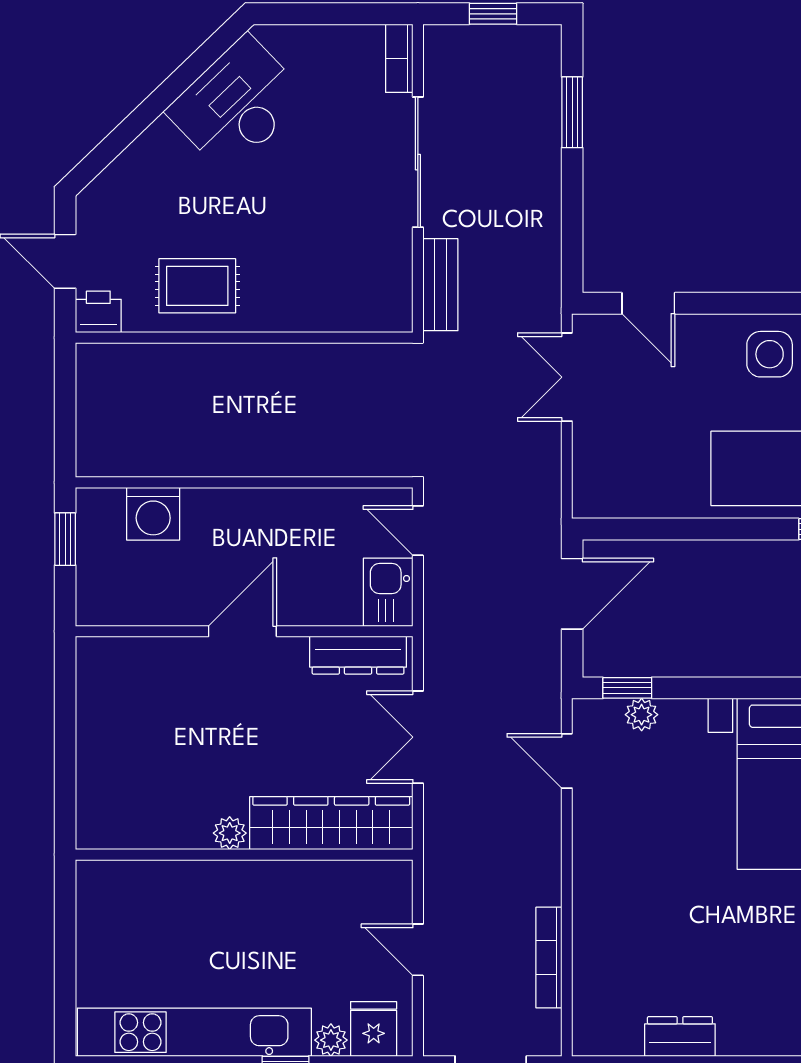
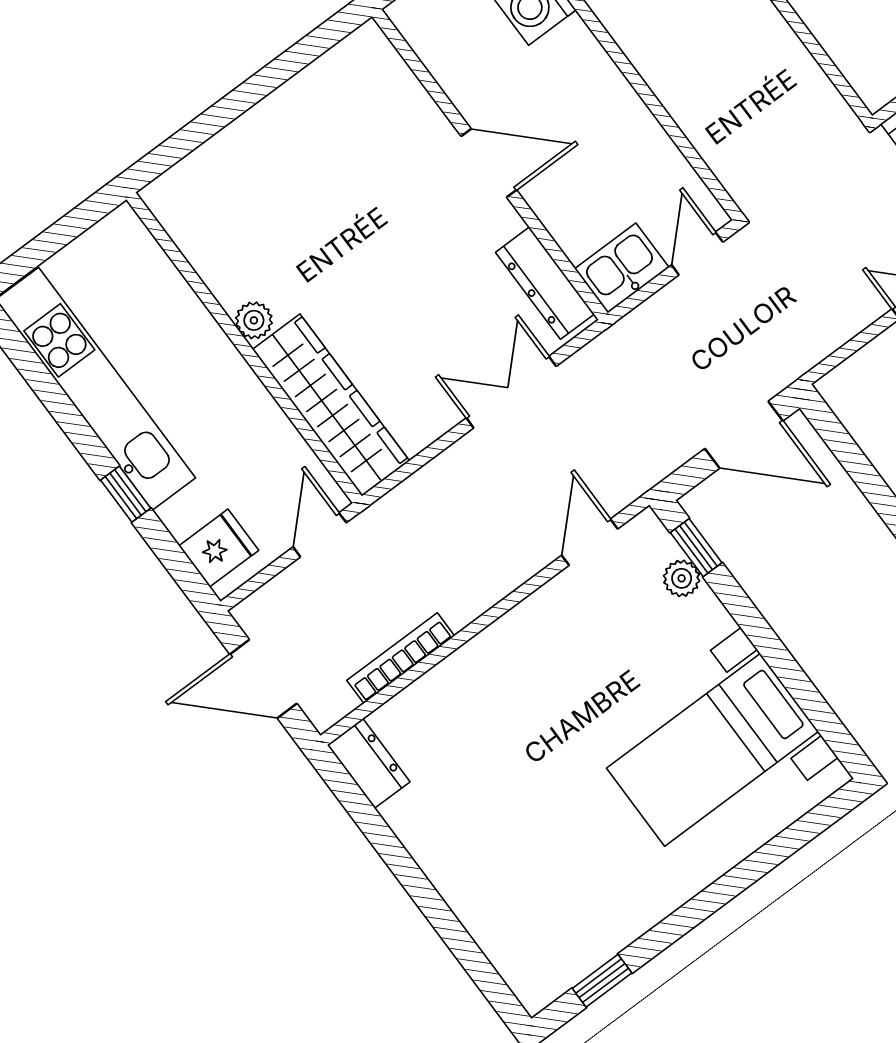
wardrobe: (331, 823) -> (331, 405), moved
plant: (230, 833) -> (254, 320), moved
wall: (244, 855) -> (244, 348), moved
dresser: (680, 1037) -> (369, 763), moved
plant: (331, 1040) -> (180, 517), removed

